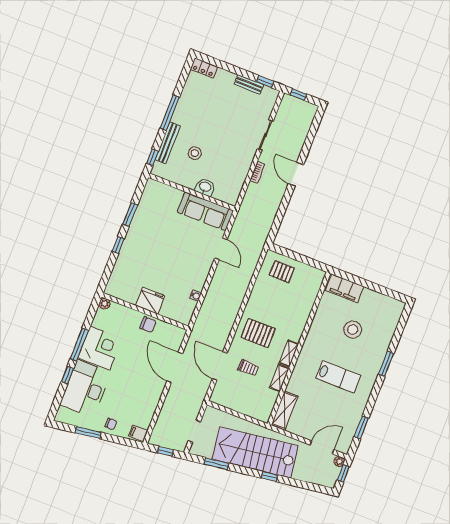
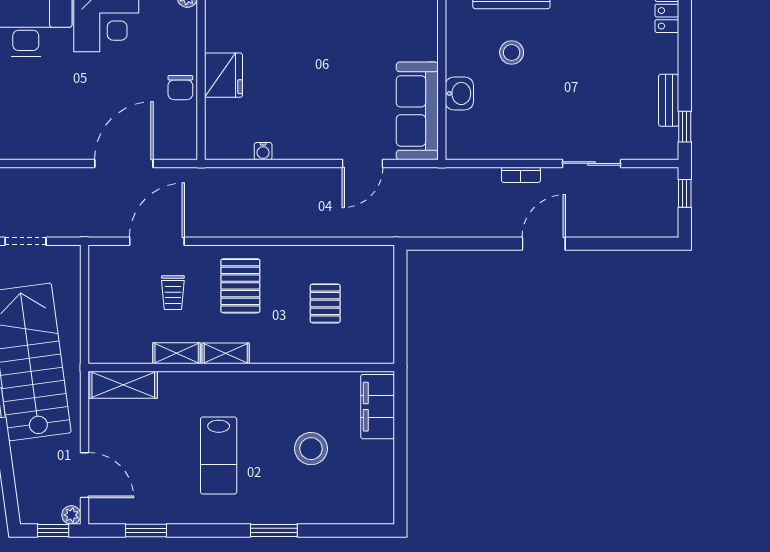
pallet: (282, 272) -> (325, 303), moved

